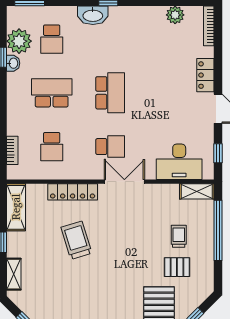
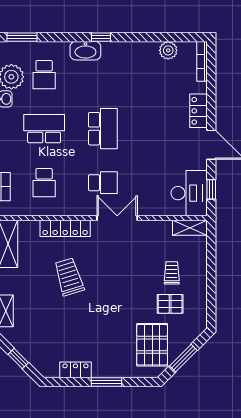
desk: (179, 162) -> (189, 193), moved, turned -90
window: (218, 230) -> (211, 267), removed

